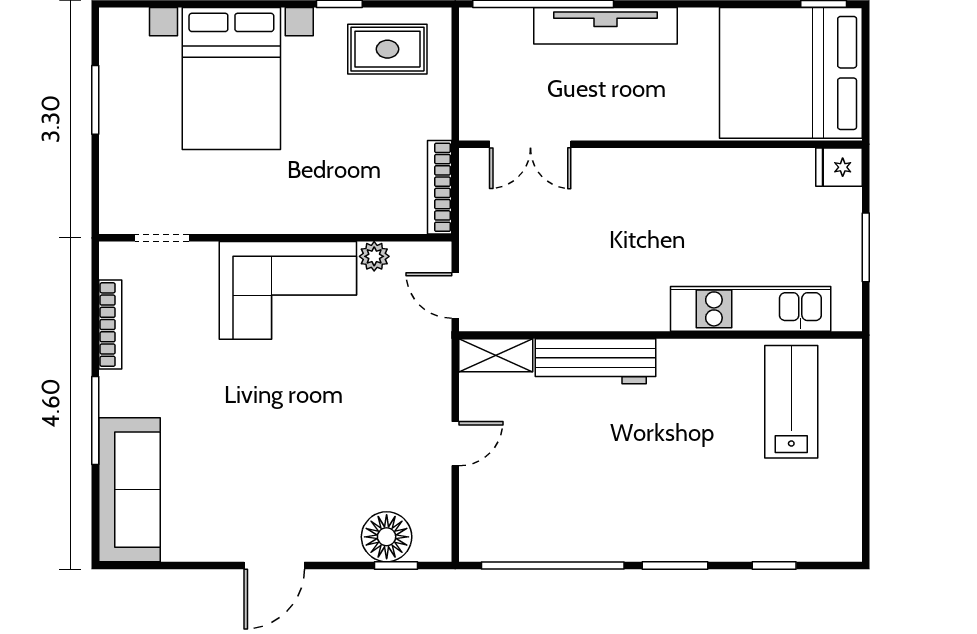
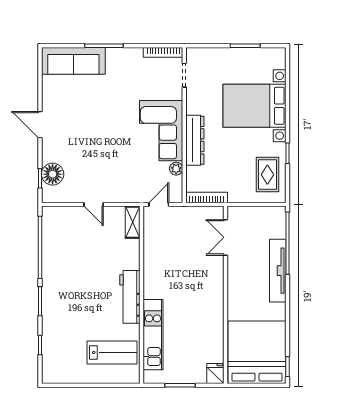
dresser: (310, 214) -> (195, 140), added
bookcase: (110, 325) -> (163, 52), moved
workbench: (596, 361) -> (130, 297), moved

